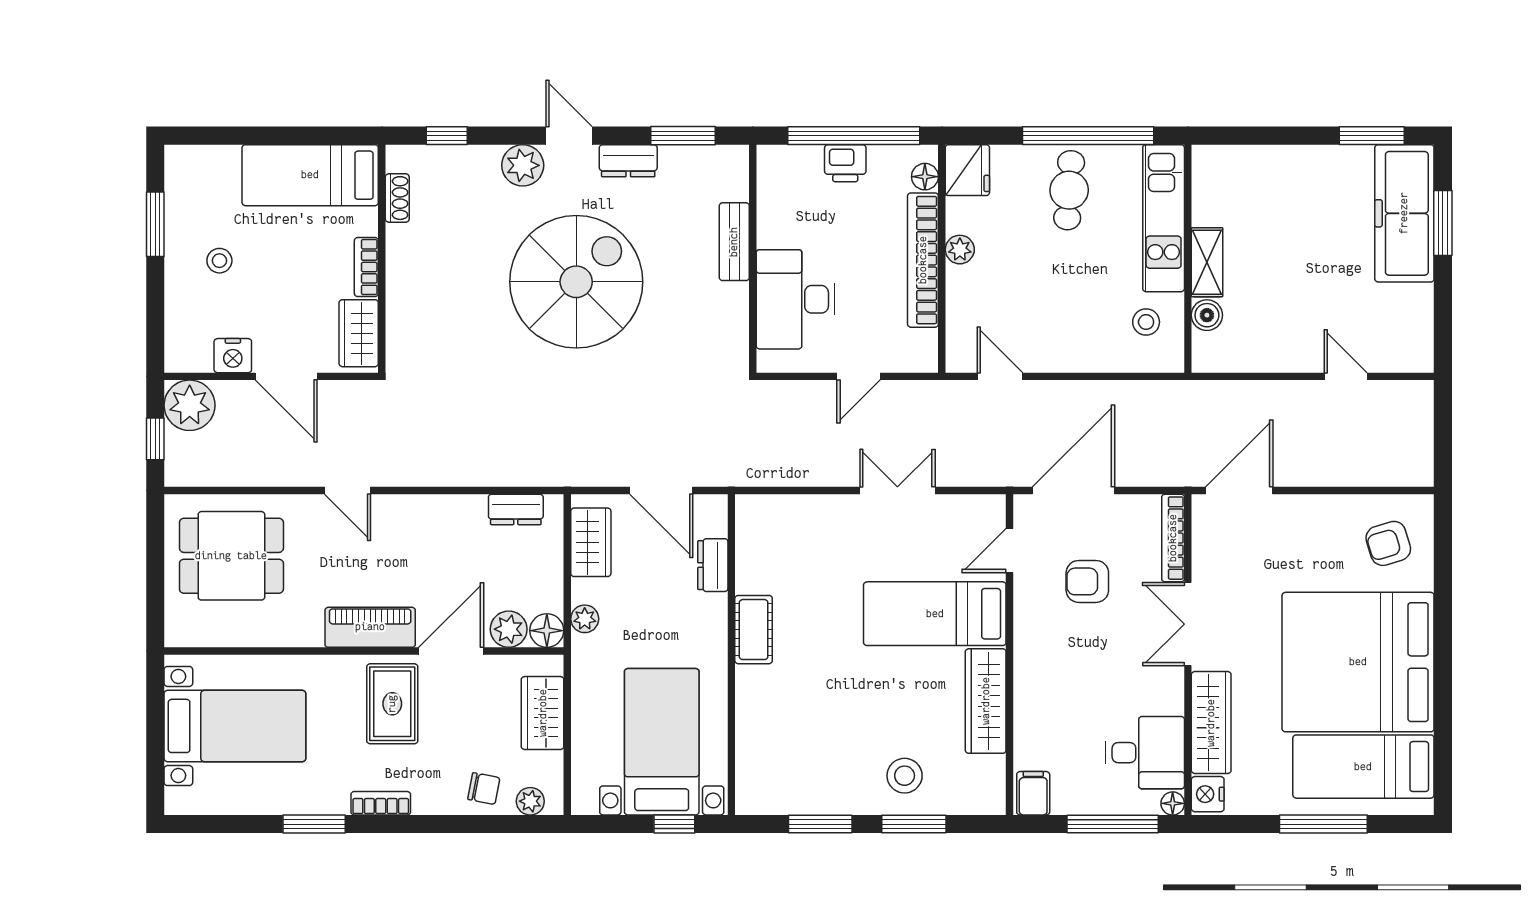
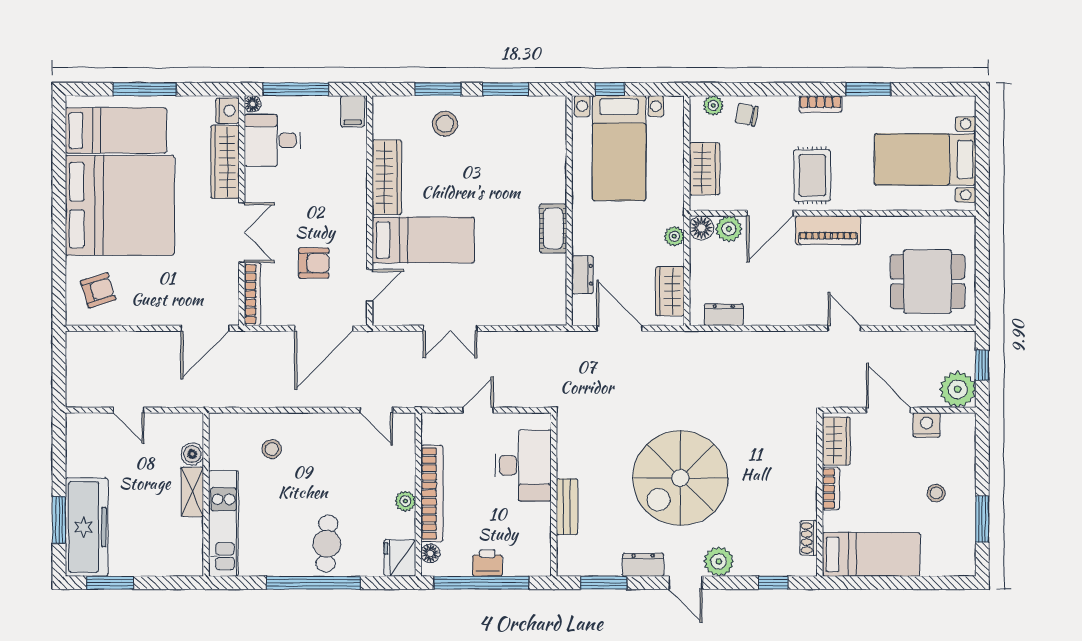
kitchen unit: (1164, 218) -> (223, 524), moved
wall: (1188, 259) -> (206, 494), moved
shelving: (1207, 262) -> (192, 492), moved
boiler: (1207, 315) -> (192, 454), moved

